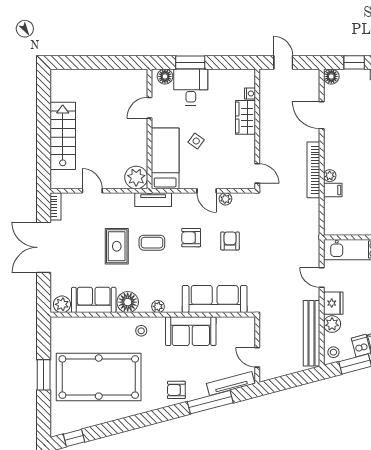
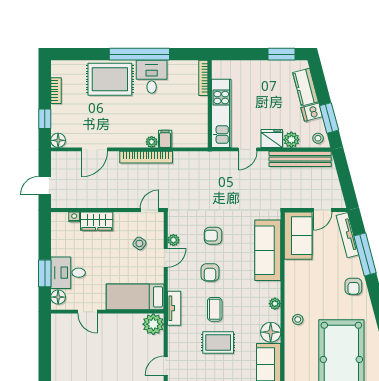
side table: (196, 141) -> (139, 243), moved
sofa: (191, 331) -> (298, 236), moved

